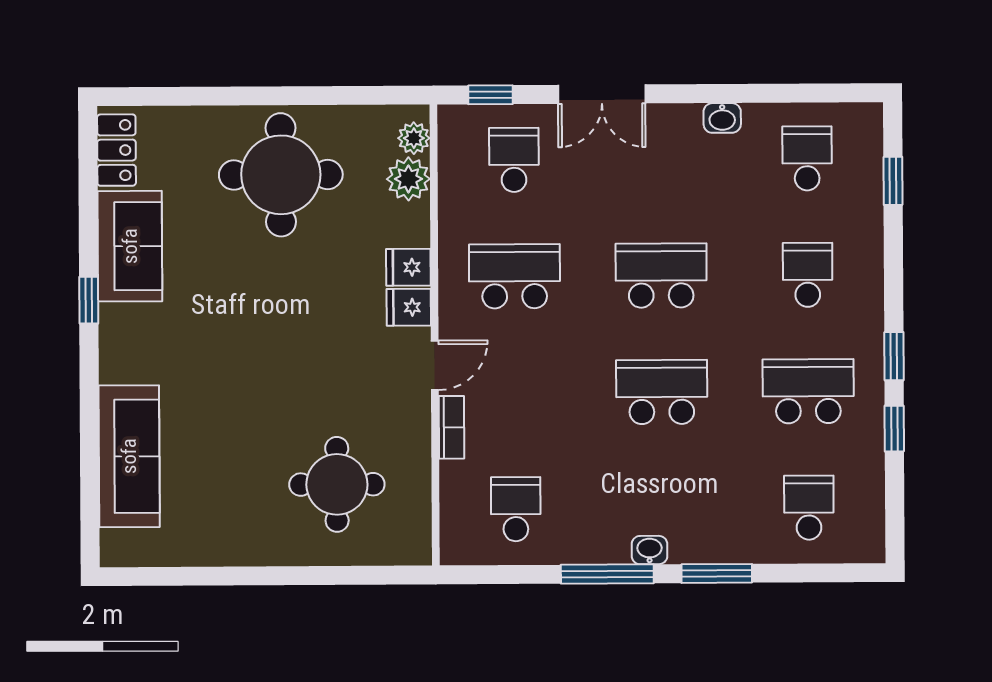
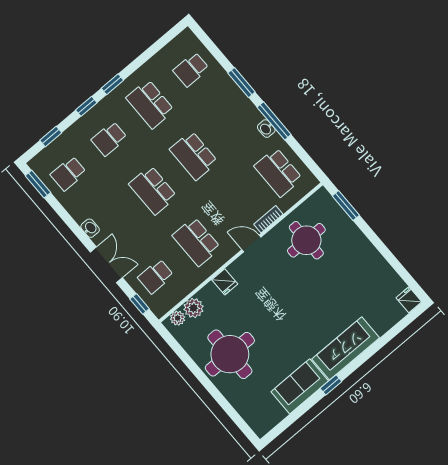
window: (832, 93) -> (38, 184), added
washbasin: (722, 118) -> (90, 228), moved
locker: (116, 150) -> (270, 419), removed
fridge: (409, 307) -> (409, 300), moved, turned 180
window: (894, 429) -> (86, 106), moved
sofa: (129, 456) -> (346, 348), moved
round table: (337, 484) -> (306, 240), moved
school desk: (516, 509) -> (278, 172), width x1.85
washbasin: (650, 550) -> (266, 129), moved
window: (366, 575) -> (346, 206), added

